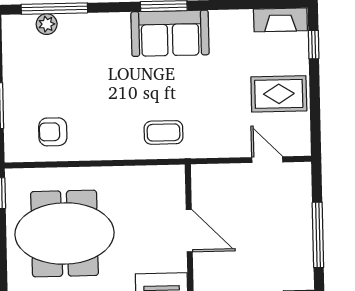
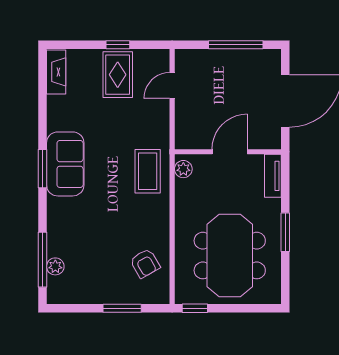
window: (314, 45) -> (118, 45), moved
armchair: (53, 132) -> (145, 263), turned -30
coffee table: (164, 132) -> (148, 171), width x1.36, depth x1.30
plant: (167, 175) -> (183, 169), added

